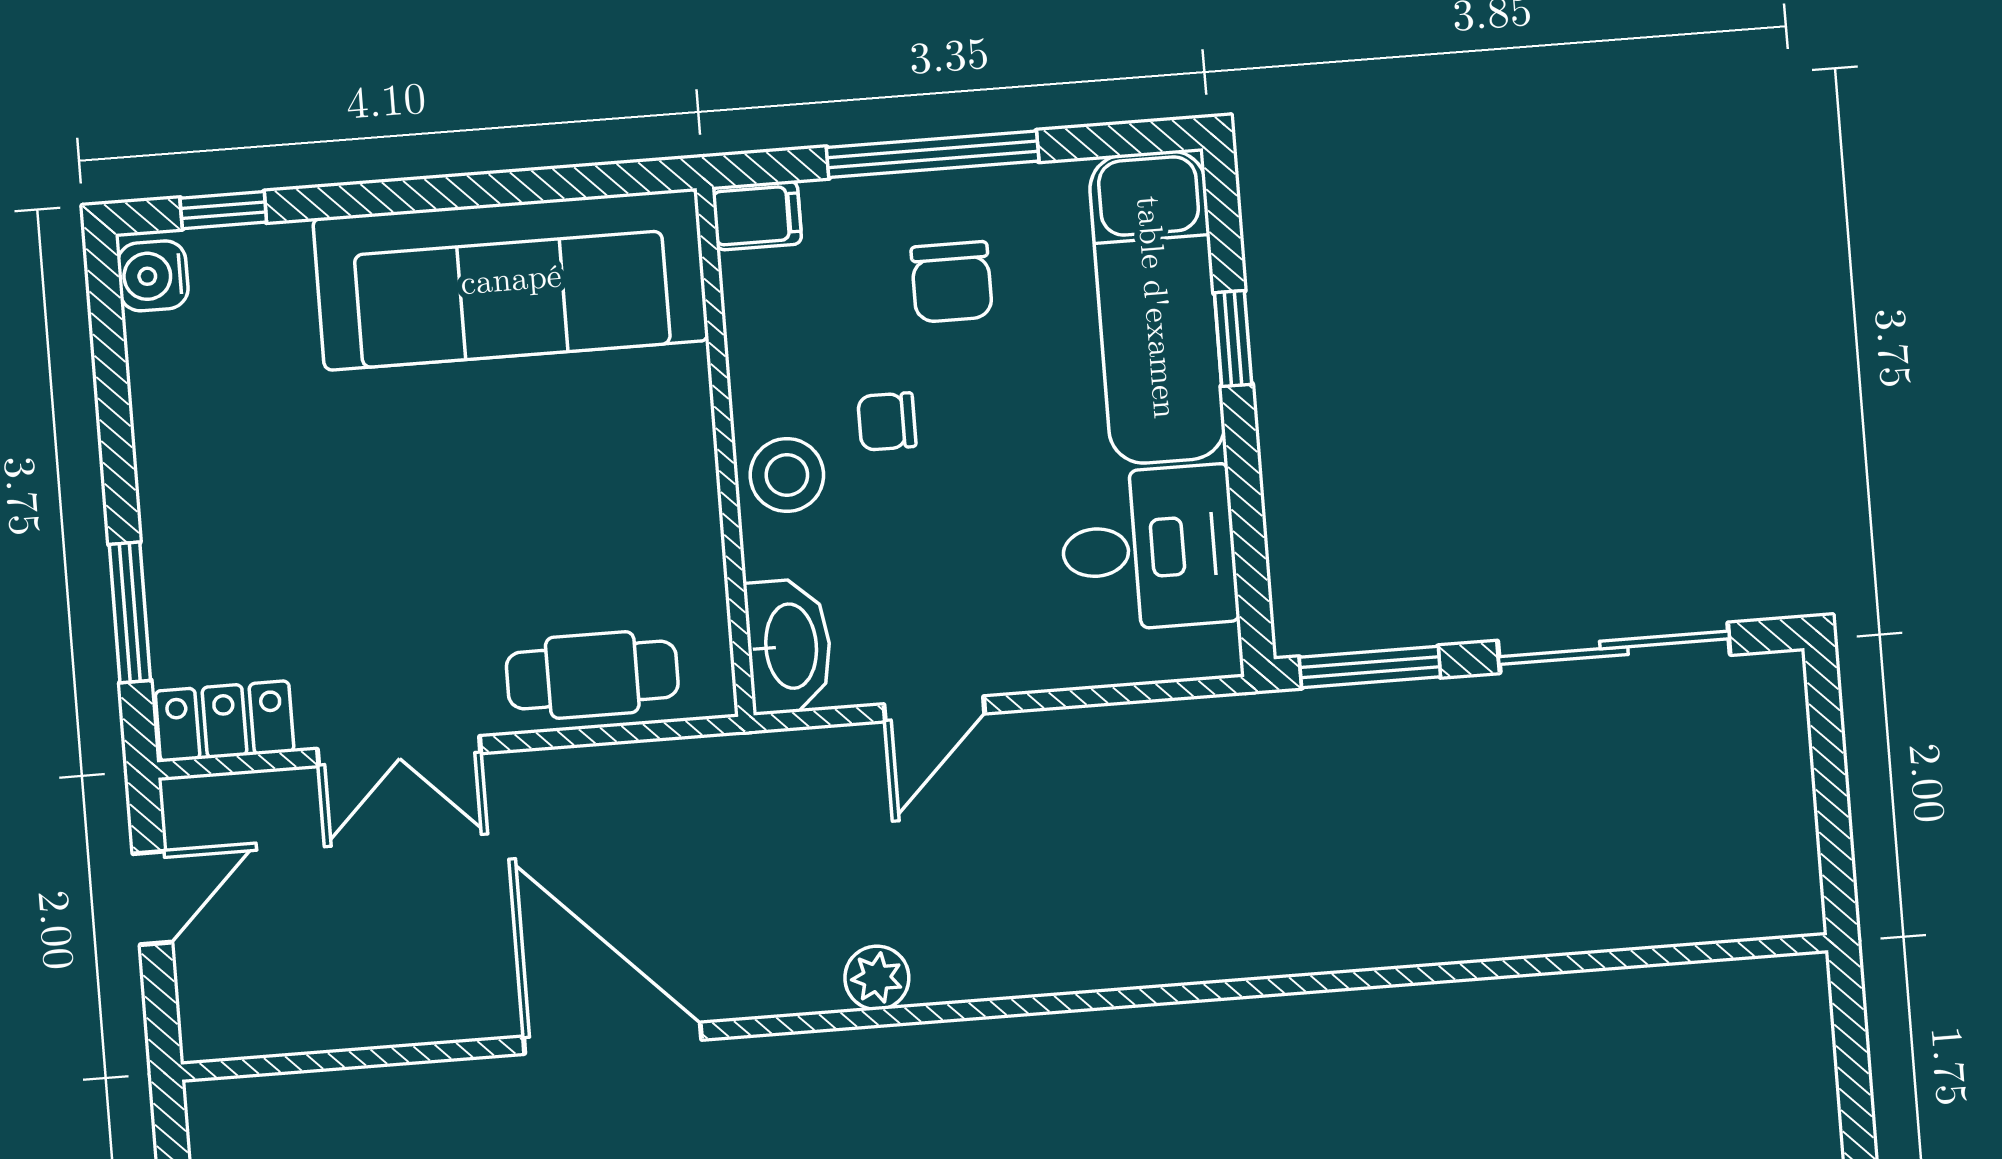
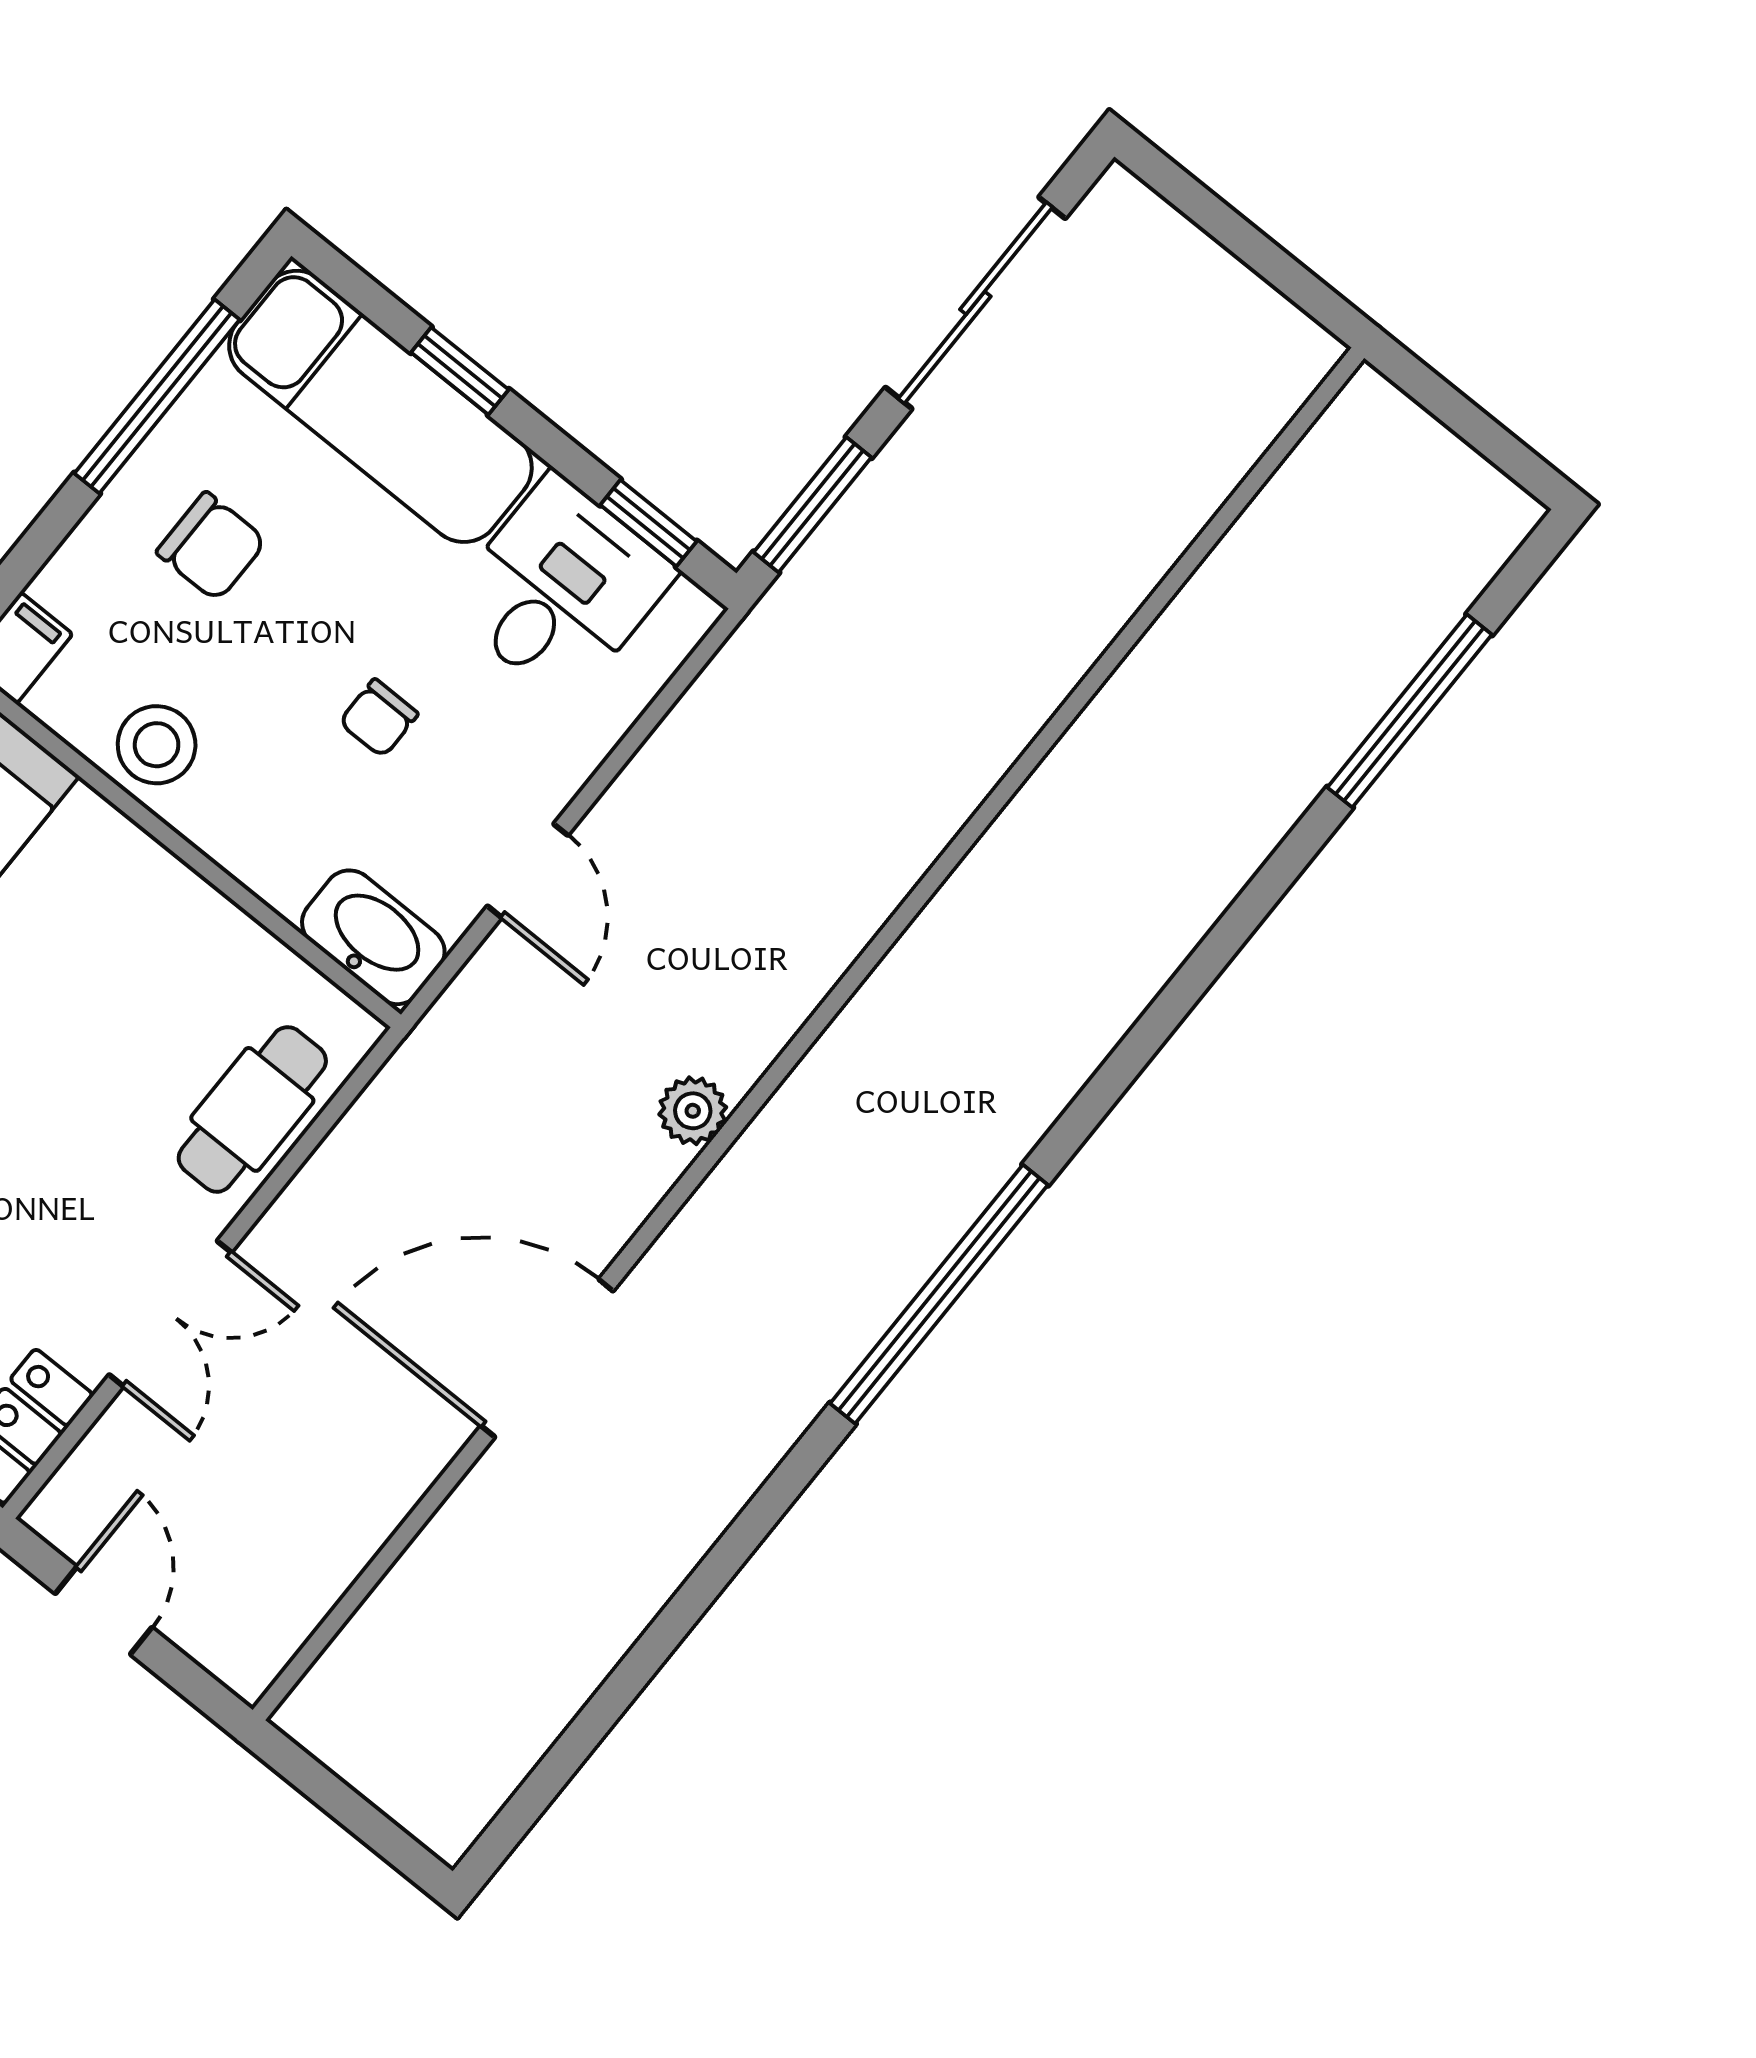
window: (933, 154) -> (157, 396), moved
chair: (887, 421) -> (379, 718), moved
stool: (787, 475) -> (157, 745), moved
window: (1251, 566) -> (648, 523), added

